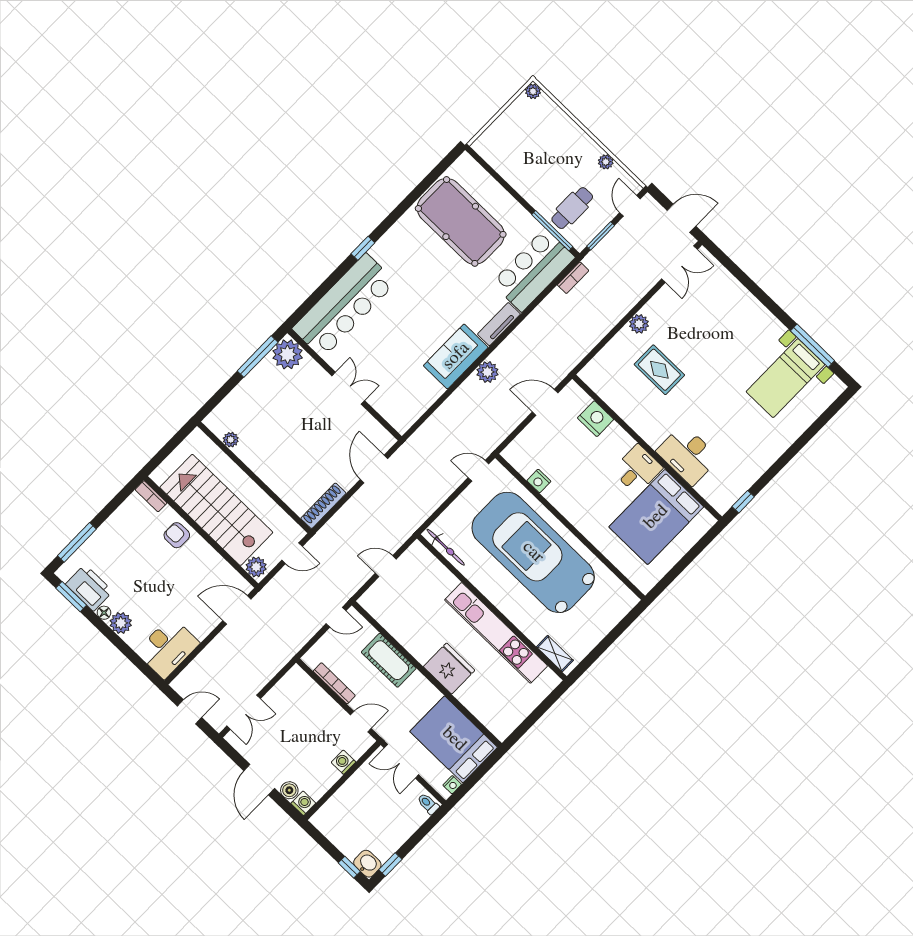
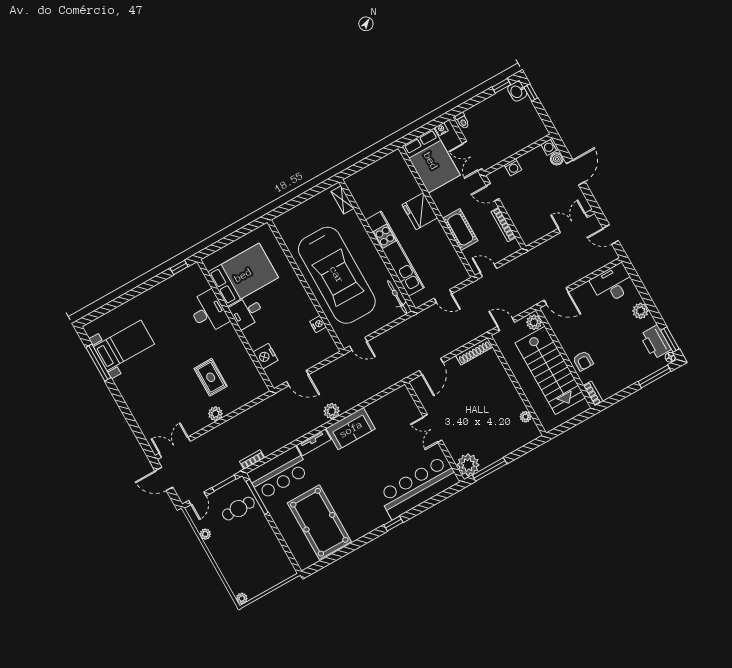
floor lamp: (104, 613) -> (670, 357), moved
kitchen unit: (496, 633) -> (395, 254), moved
double door: (401, 761) -> (472, 156), swing flipped

